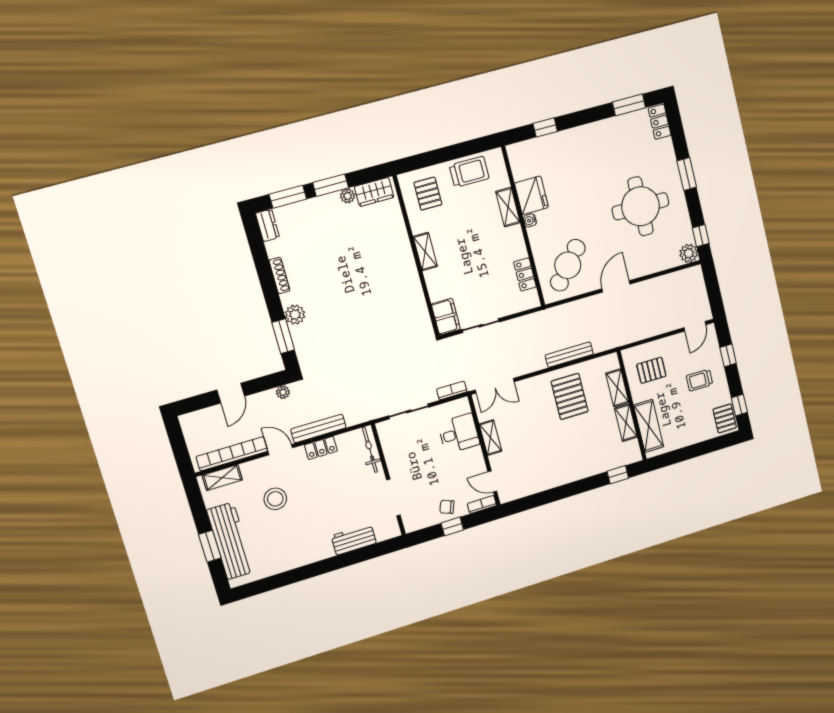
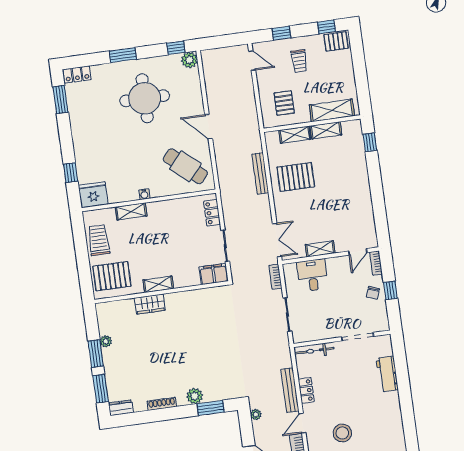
wardrobe: (374, 192) -> (150, 304), moved, turned 90
pallet: (428, 194) -> (112, 276), width x1.50, depth x1.42
fridge: (531, 195) -> (93, 195), moved
locker: (525, 274) -> (212, 213), moved, turned 90

